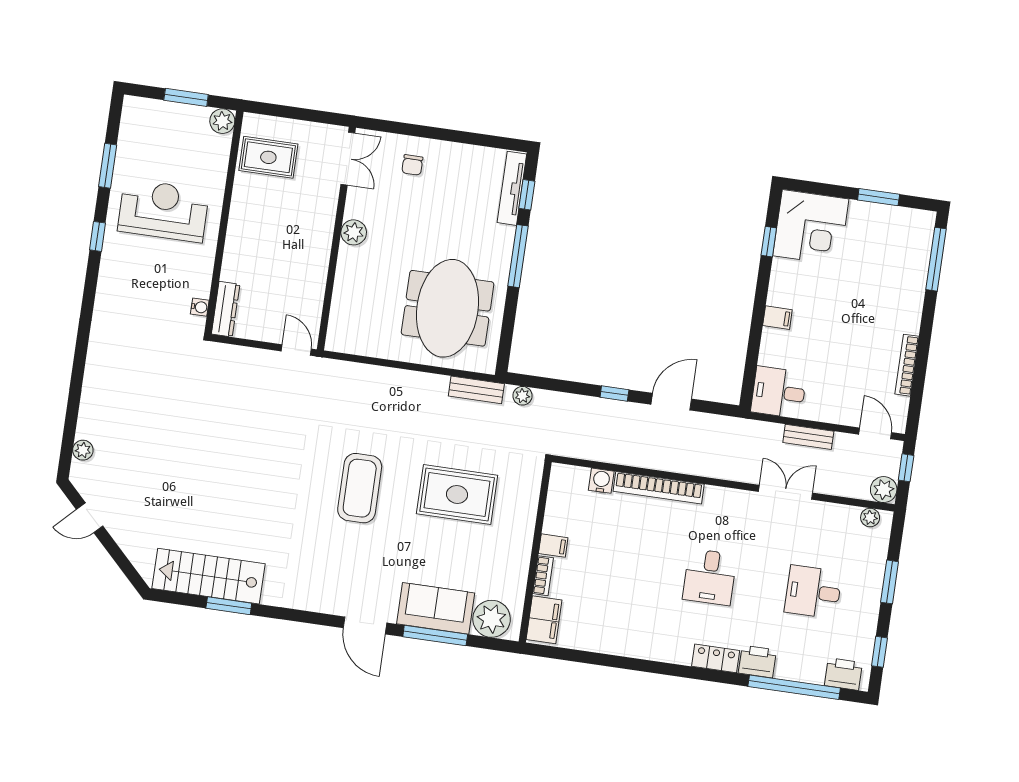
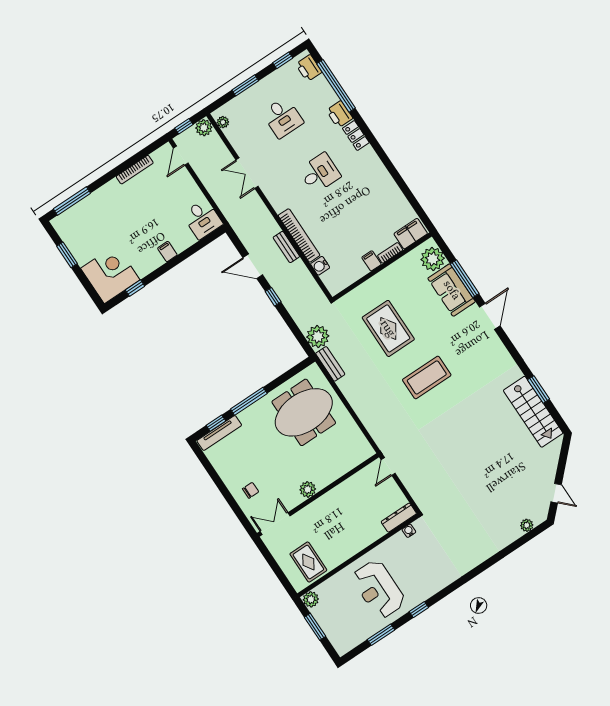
plant: (522, 396) -> (318, 336), width x1.88, depth x1.88
bench: (808, 437) -> (286, 247), moved

